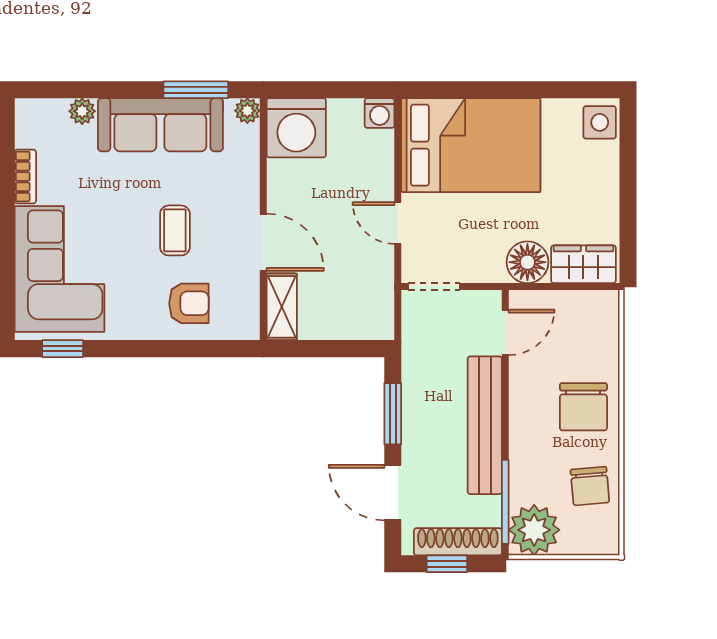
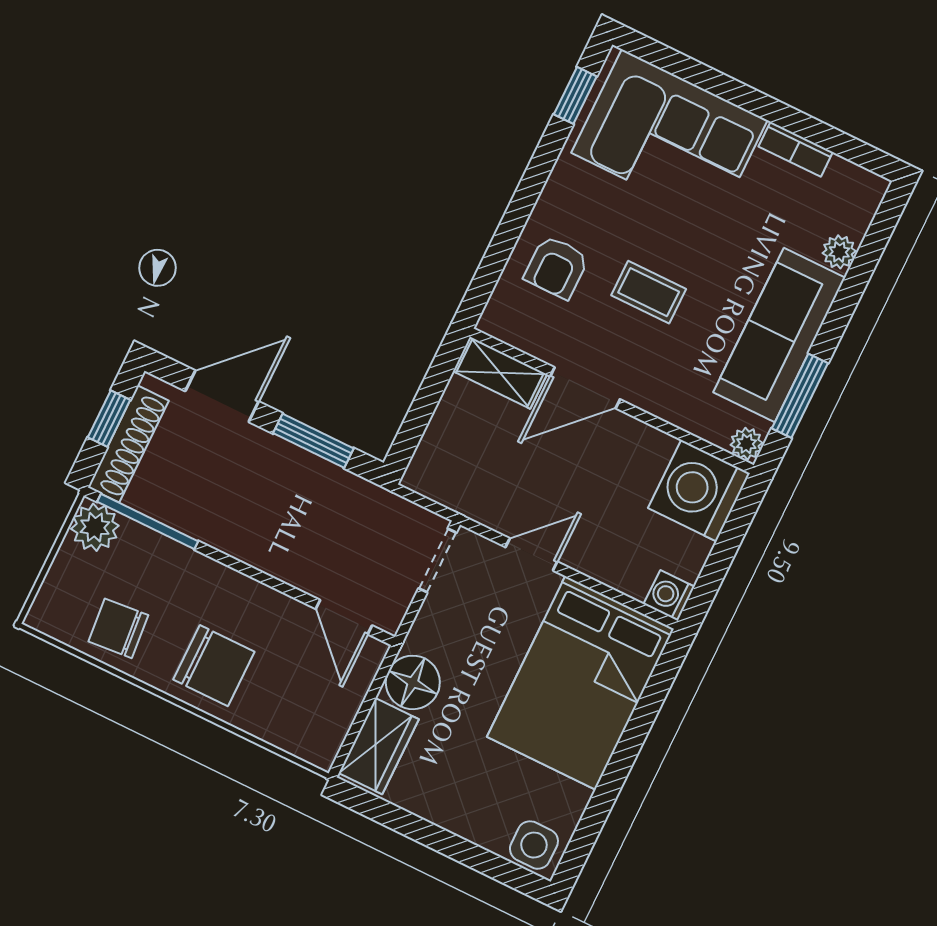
chair: (583, 407) -> (214, 666), turned 180
bench: (485, 425) -> (248, 541), removed
plant: (534, 530) -> (95, 527), width x0.73, depth x0.73

